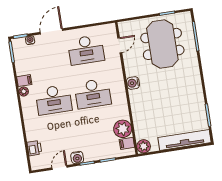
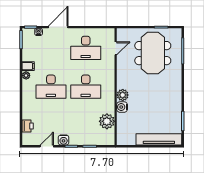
water cooler: (133, 83) -> (122, 107), moved
filing cabinet: (127, 143) -> (109, 134), removed
plant: (144, 146) -> (123, 95), moved

